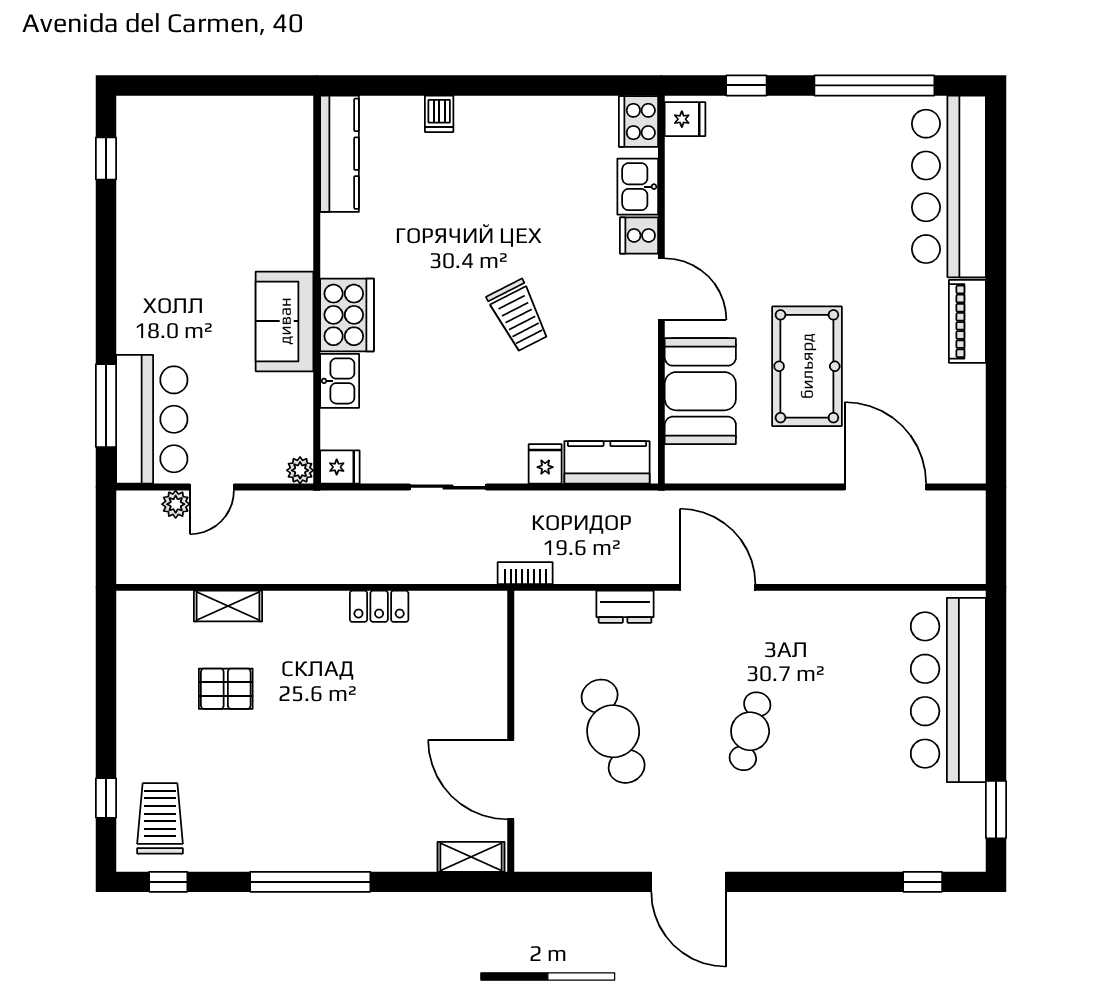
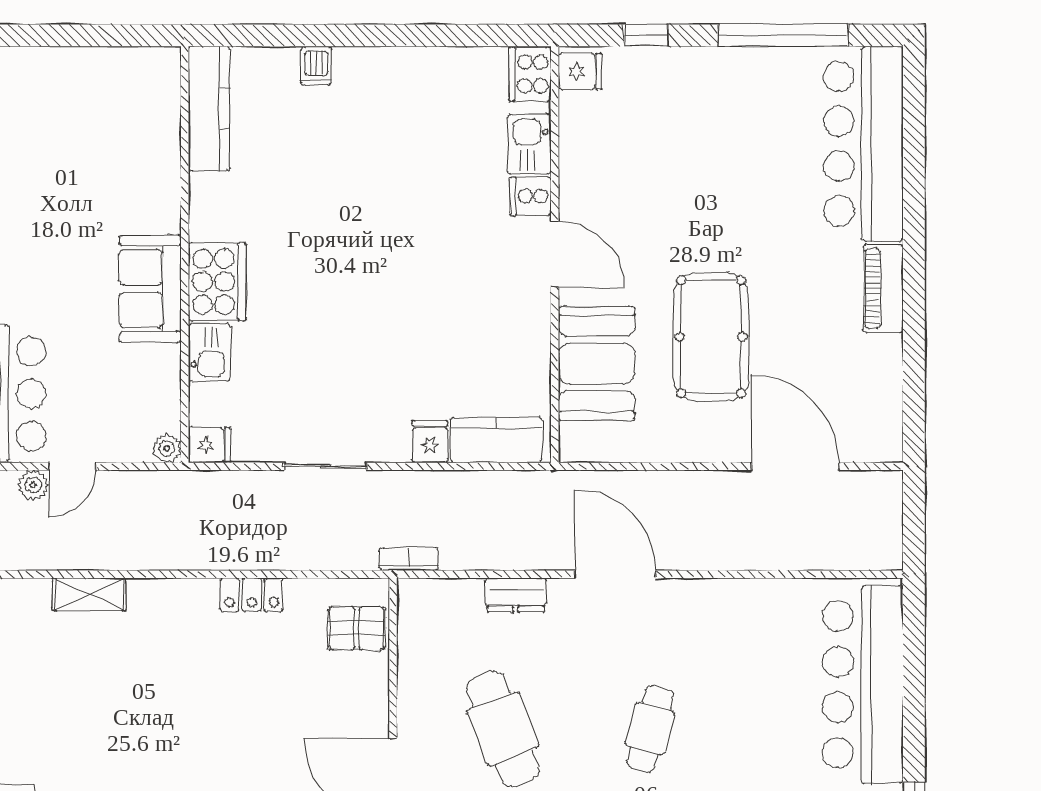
trolley: (518, 316) -> (401, 282), removed
pallet: (226, 689) -> (357, 628), moved

